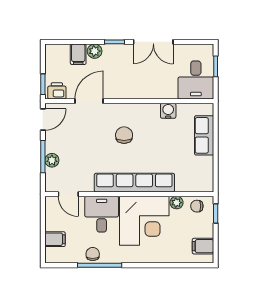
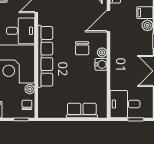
door: (89, 101) -> (109, 21), swing flipped
plant: (129, 109) -> (102, 52), added
water cooler: (168, 111) -> (101, 64), moved
chair: (124, 135) -> (82, 48), turned 90

